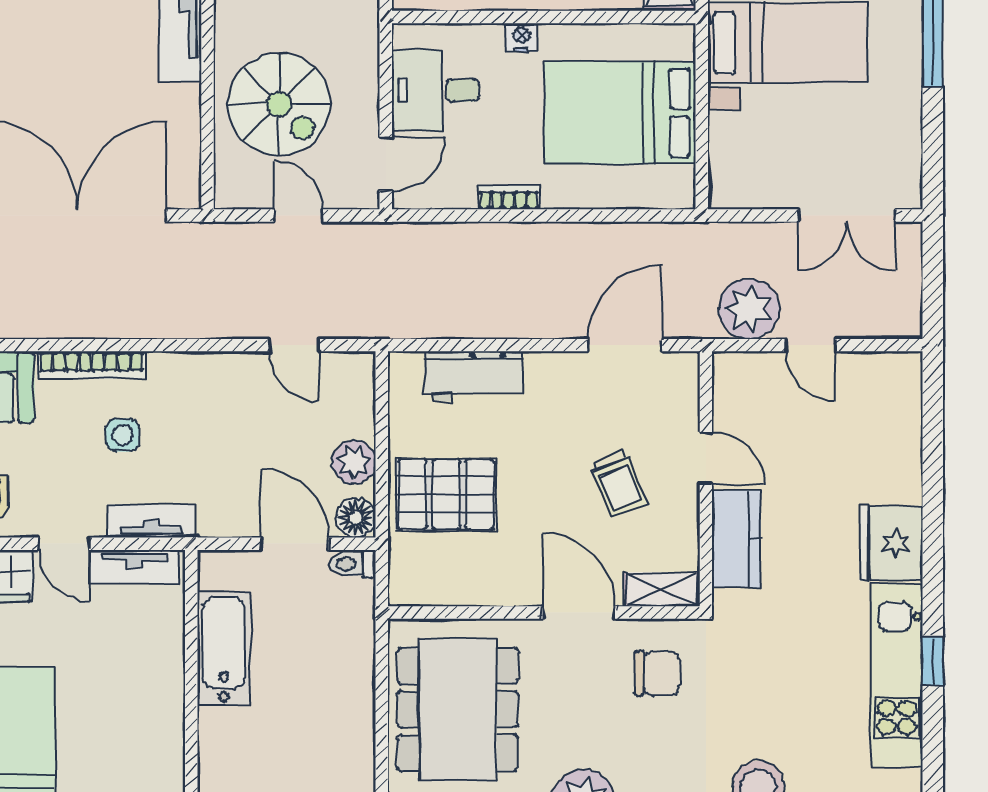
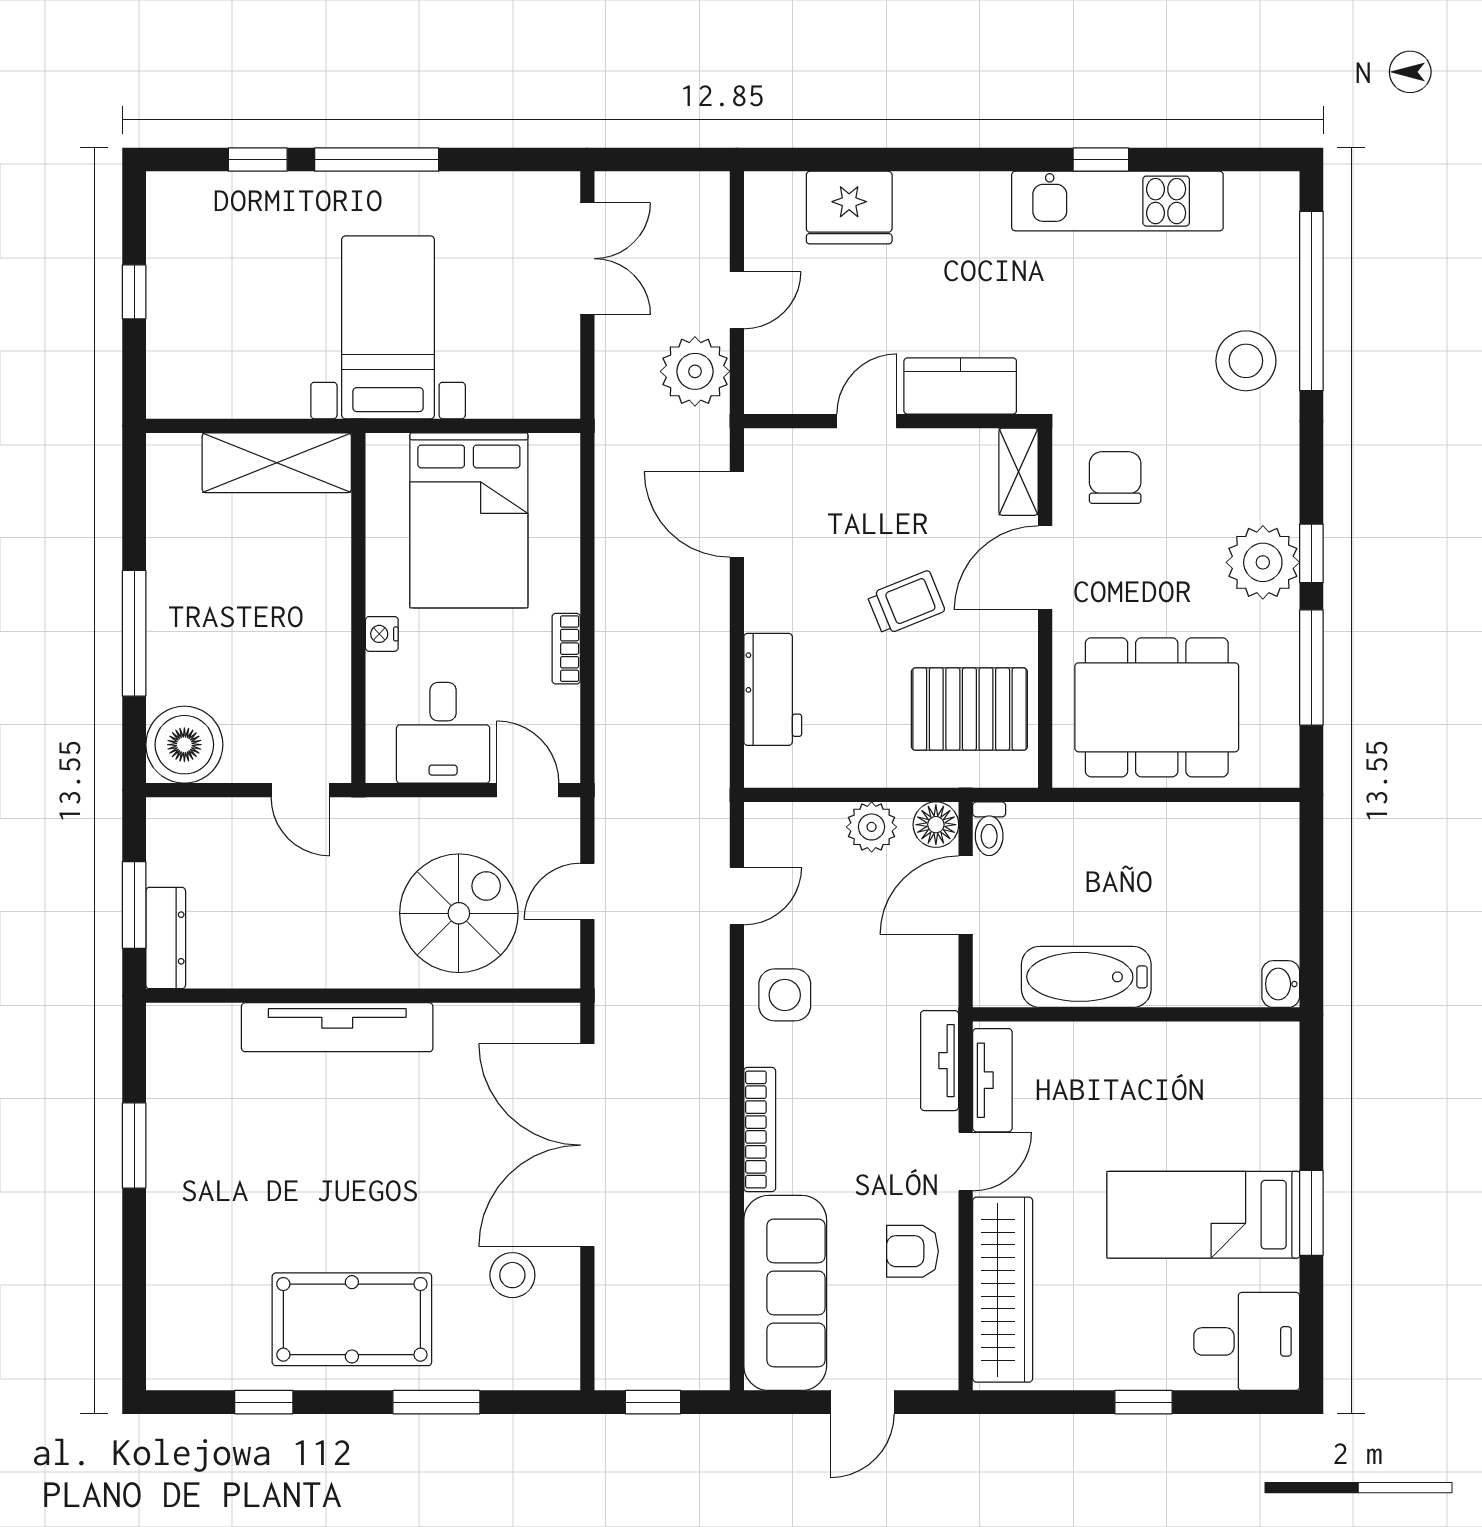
side table: (123, 435) -> (785, 995), moved, width x1.37, depth x1.37
trolley: (619, 484) -> (906, 603), moved
pallet: (446, 494) -> (969, 709), moved, turned 90
fridge: (891, 543) -> (849, 208), moved

